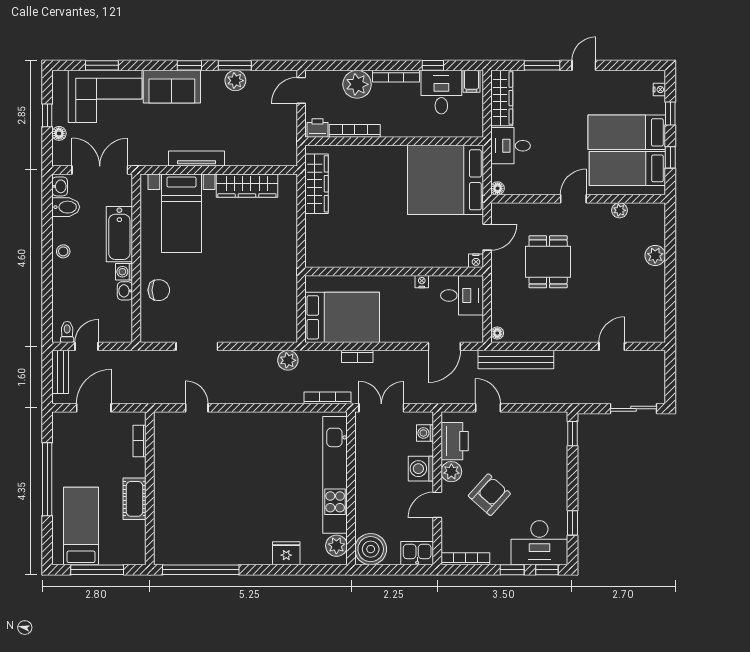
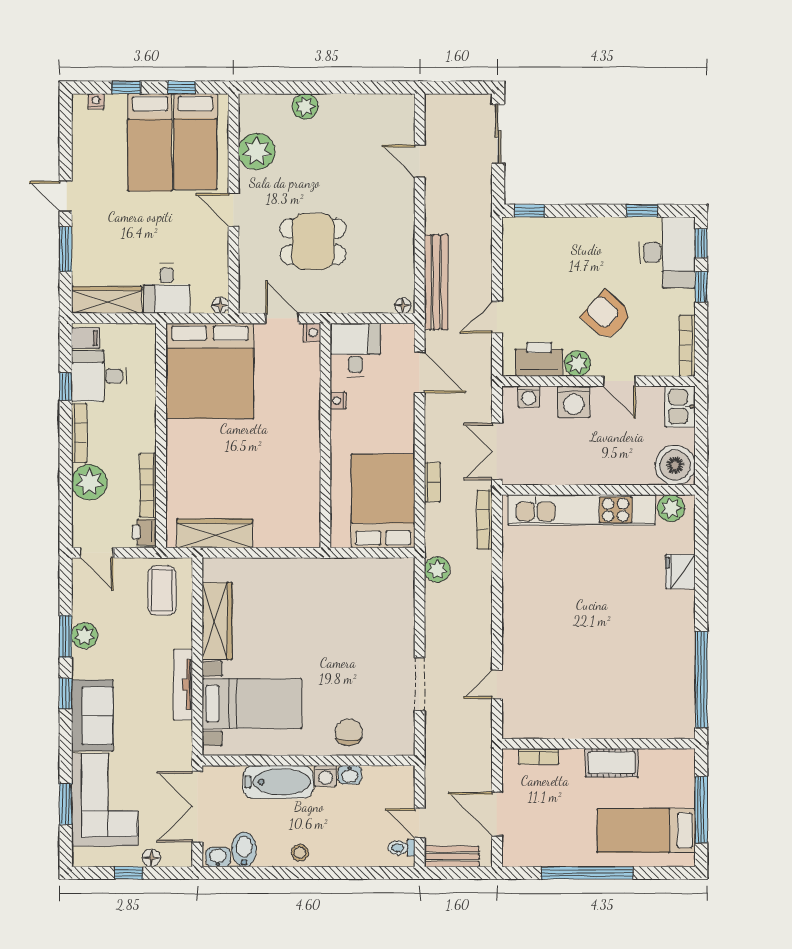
coffee table: (271, 142) -> (162, 591), added
plant: (619, 210) -> (257, 152), width x1.88, depth x1.88

